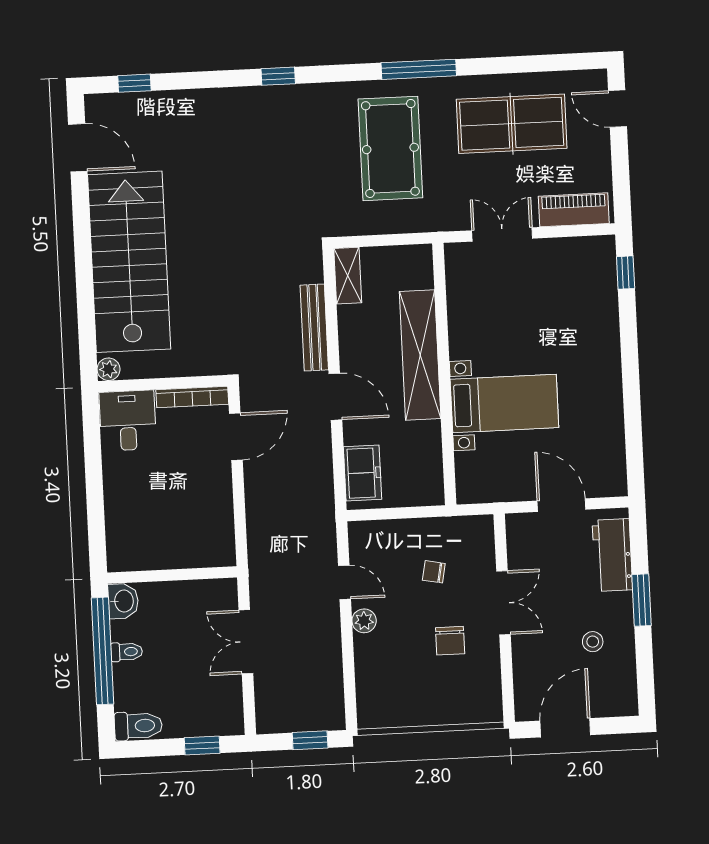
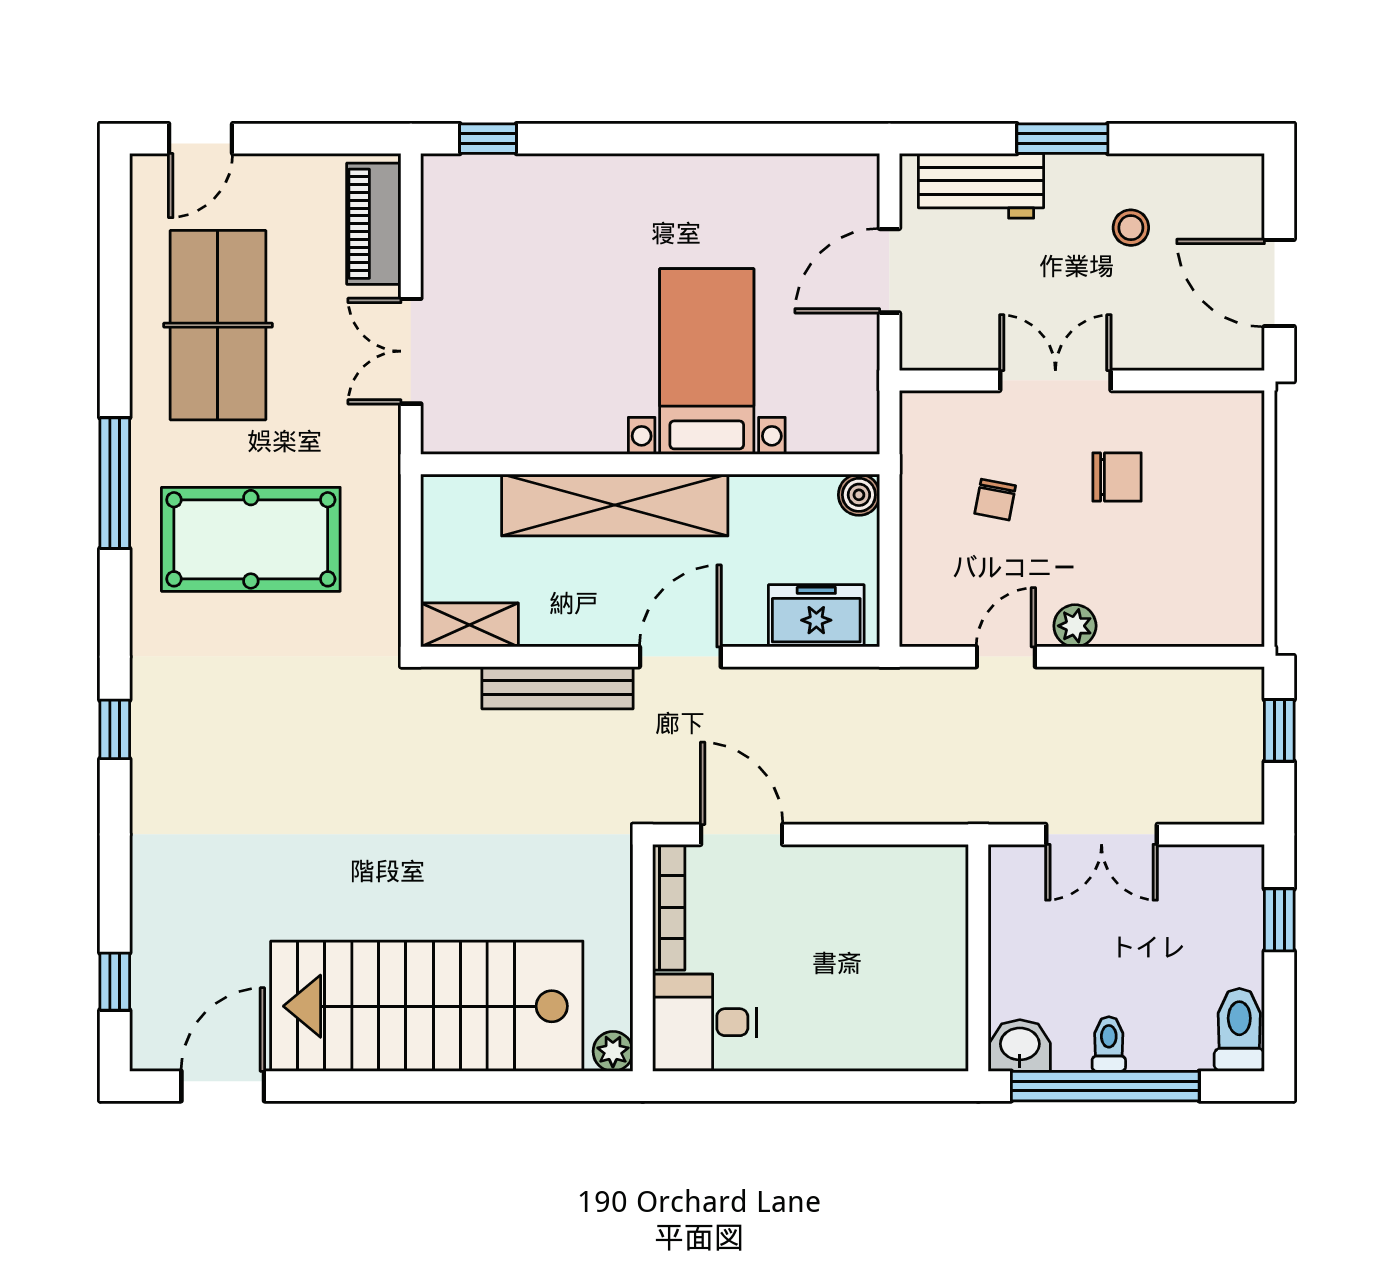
boiler: (433, 494) -> (859, 495), added

